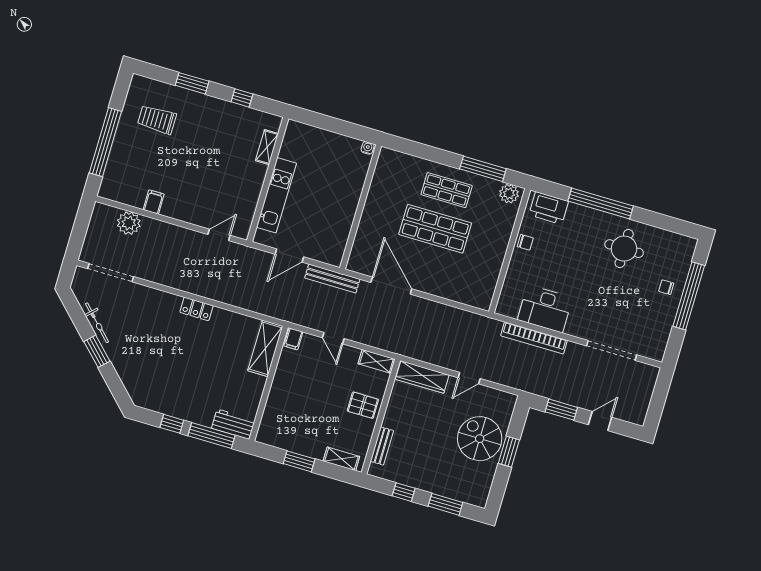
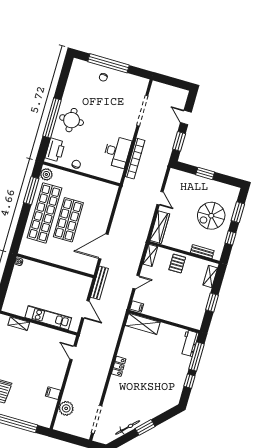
shop shelf: (447, 190) -> (44, 213), width x2.00, depth x1.36
round table: (624, 249) -> (72, 120), moved
spiral stairs: (480, 439) -> (211, 216), moved

